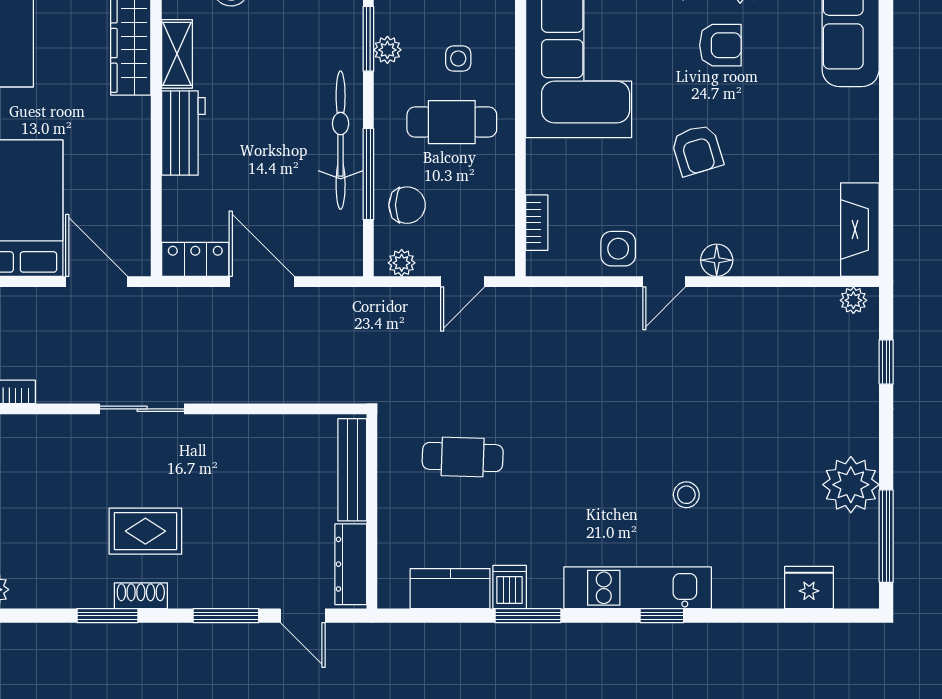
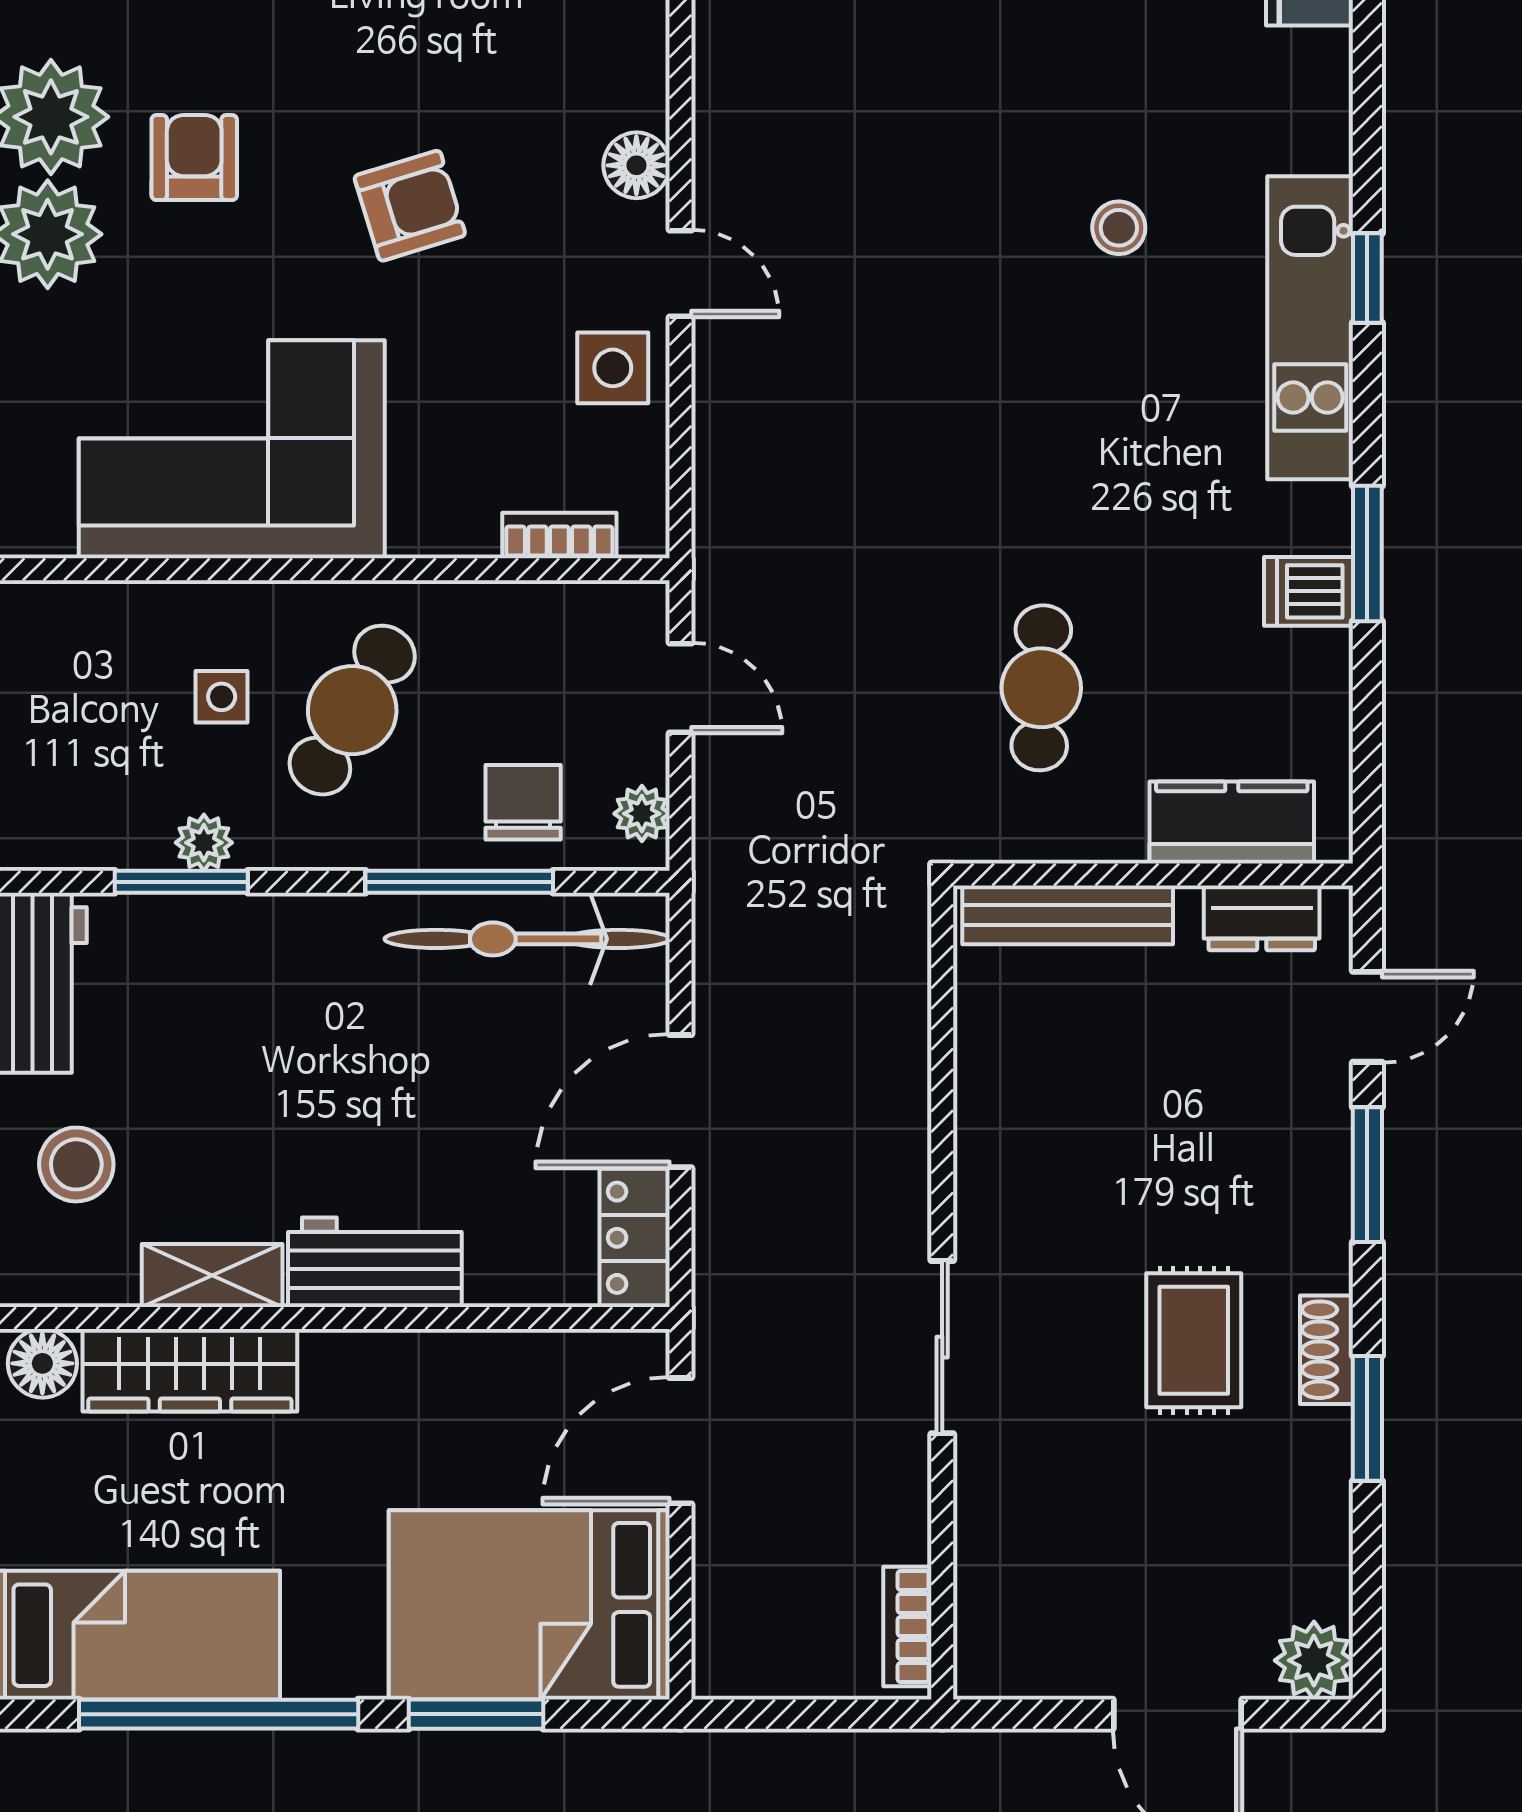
cafe table: (452, 122) -> (352, 710), turned 30
bicycle: (341, 140) -> (527, 939), moved
dresser: (351, 564) -> (1262, 918), width x0.70
kitchen counter: (450, 589) -> (1232, 823), moved, turned 90

